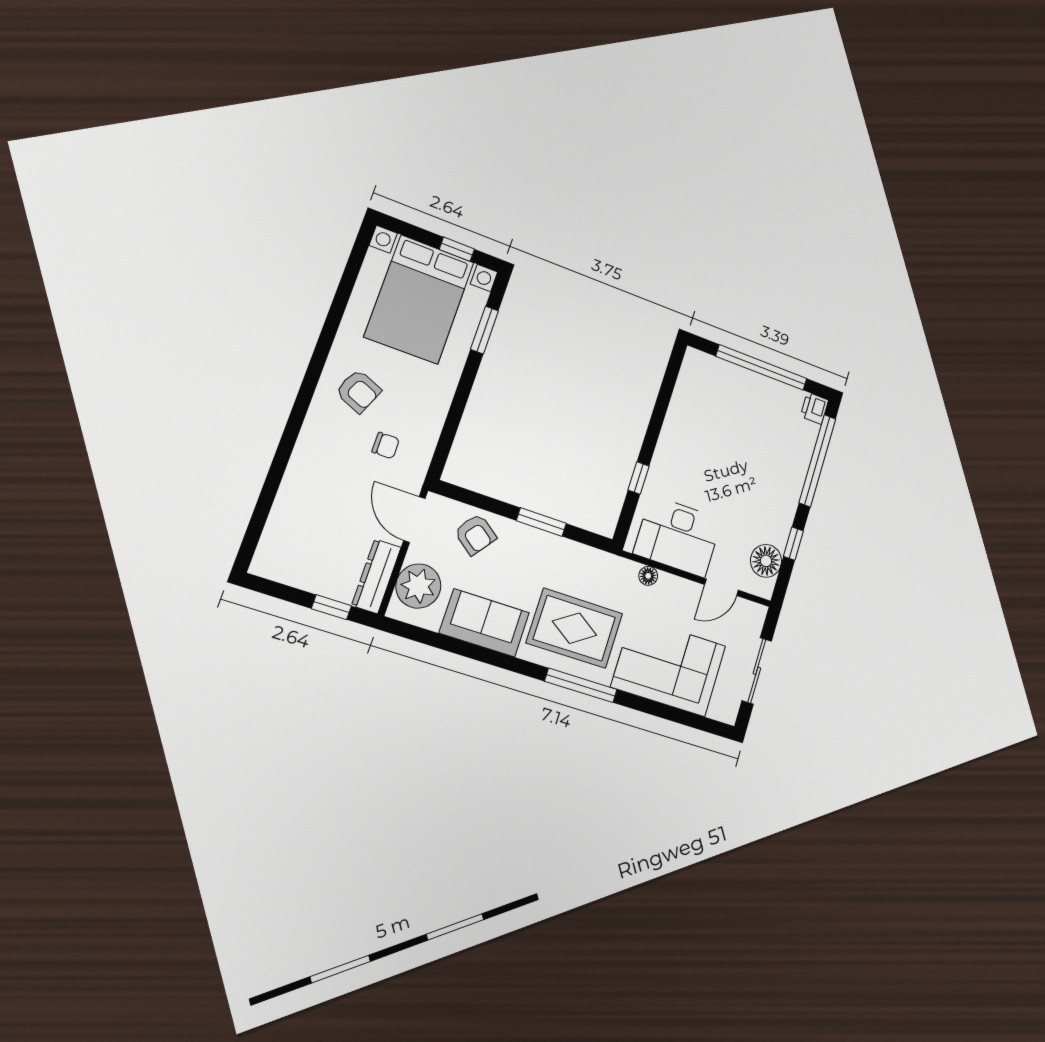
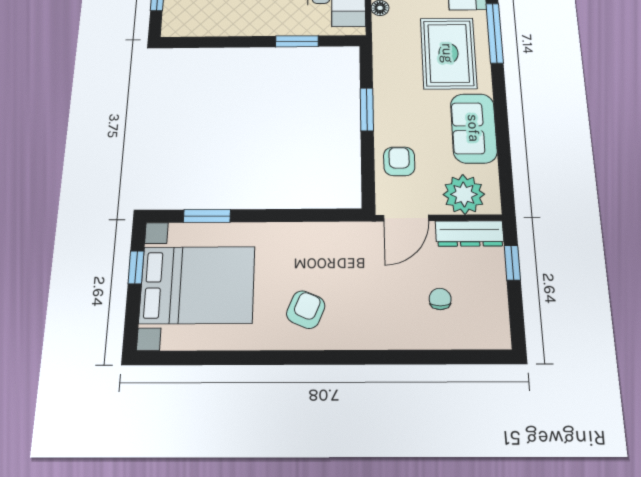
chair: (386, 446) -> (440, 299), moved
window: (639, 478) -> (297, 41), width x1.50
armchair: (475, 534) -> (399, 161), turned -37

